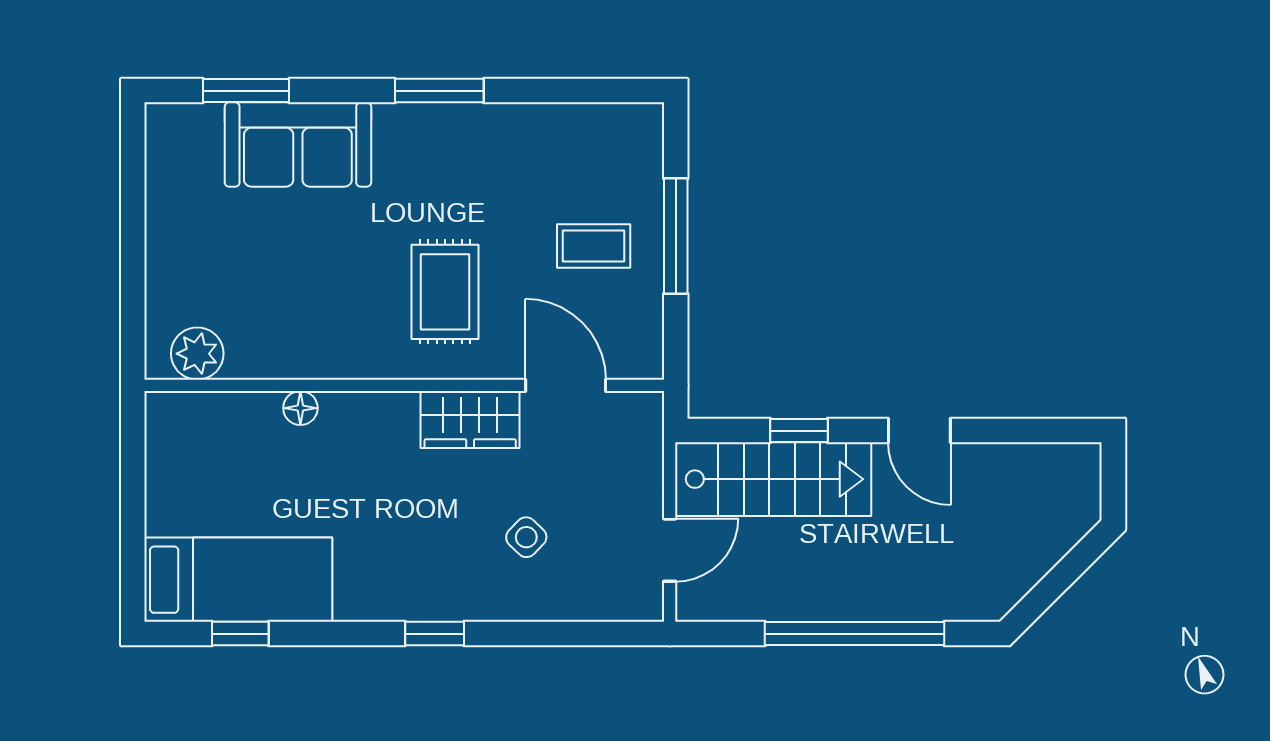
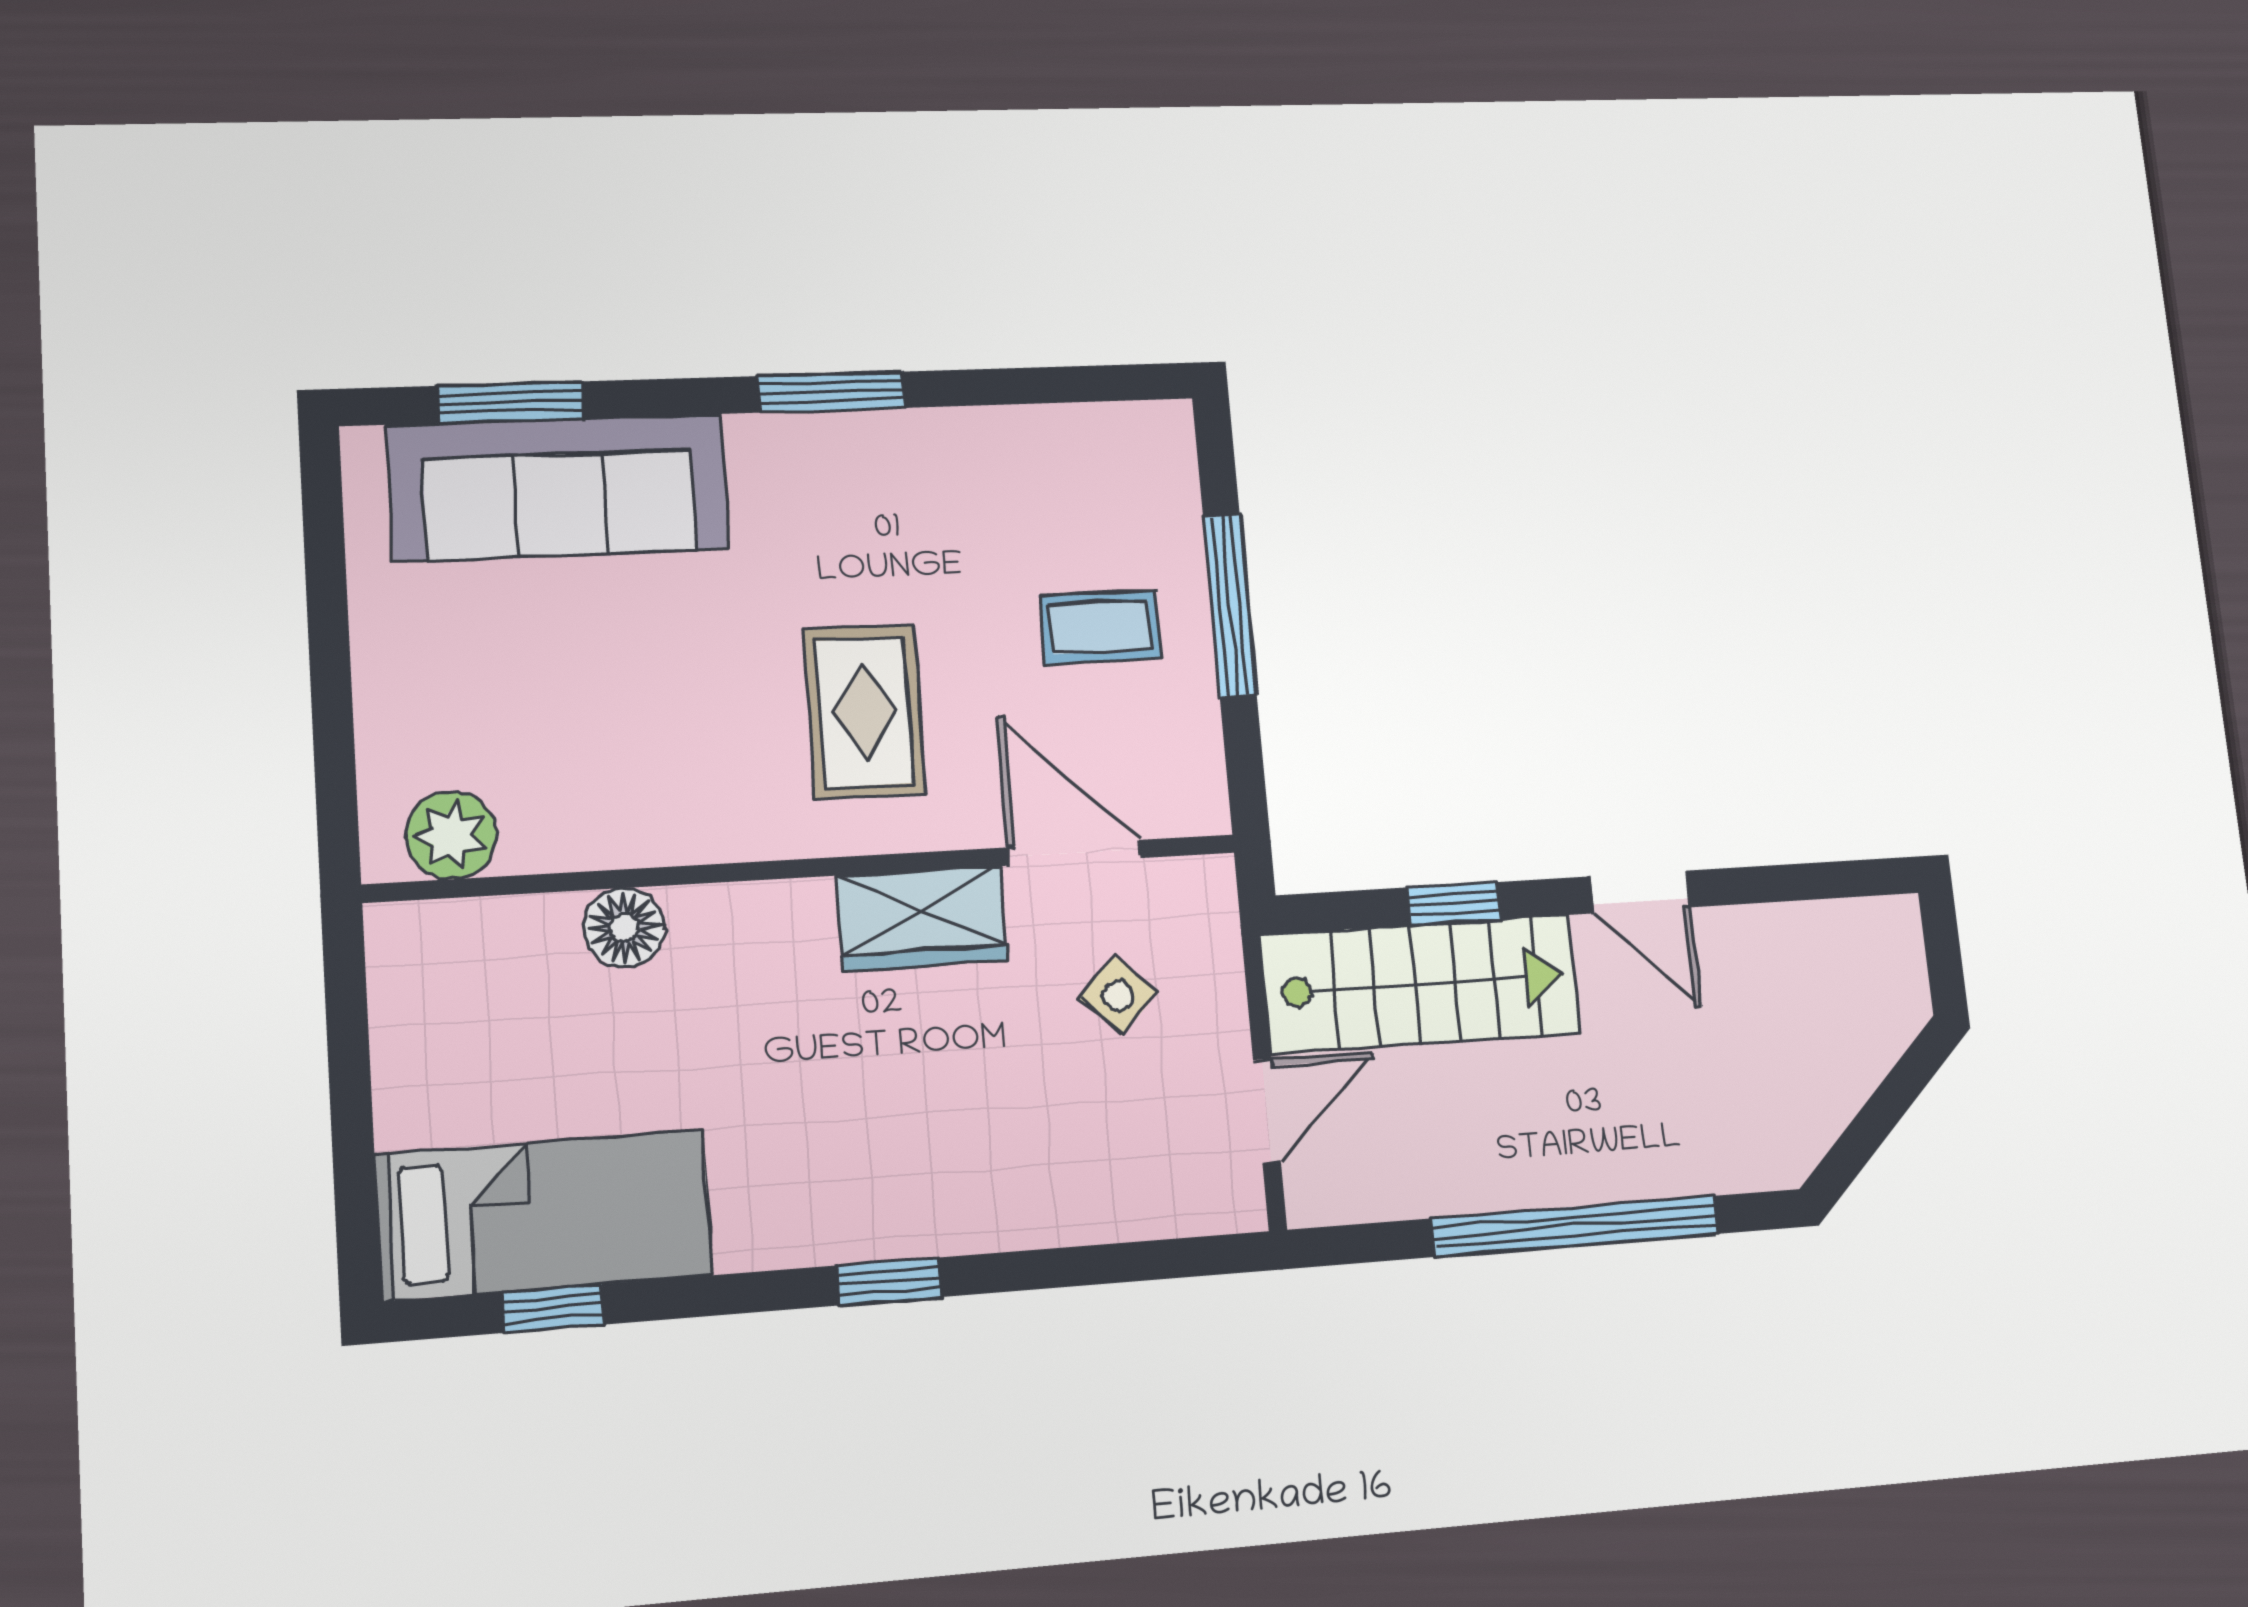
sofa: (298, 145) -> (559, 487), width x1.36
floor lamp: (300, 408) -> (624, 927), width x1.37, depth x1.37
side table: (526, 537) -> (1118, 995), moved

